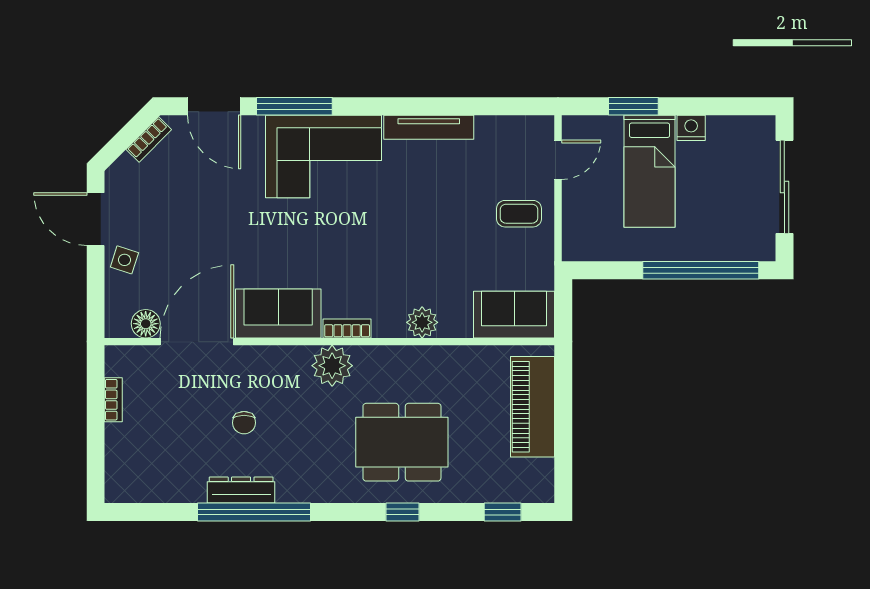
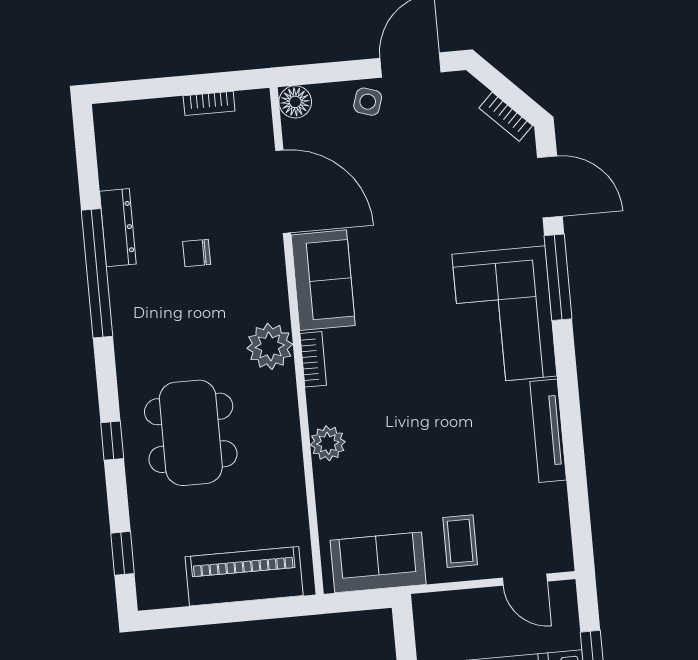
door: (214, 106) -> (550, 187), swing flipped
sofa: (514, 315) -> (378, 562), moved, turned -90
floor lamp: (146, 324) -> (295, 102), moved
dresser: (241, 490) -> (118, 228), moved

